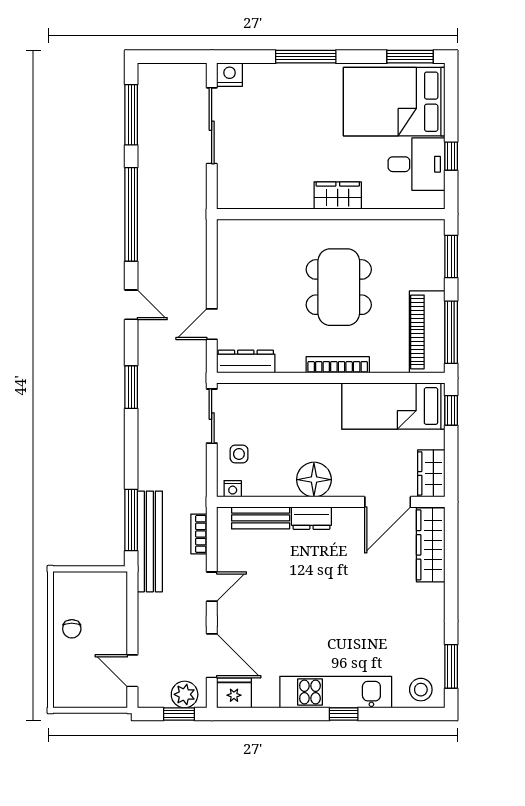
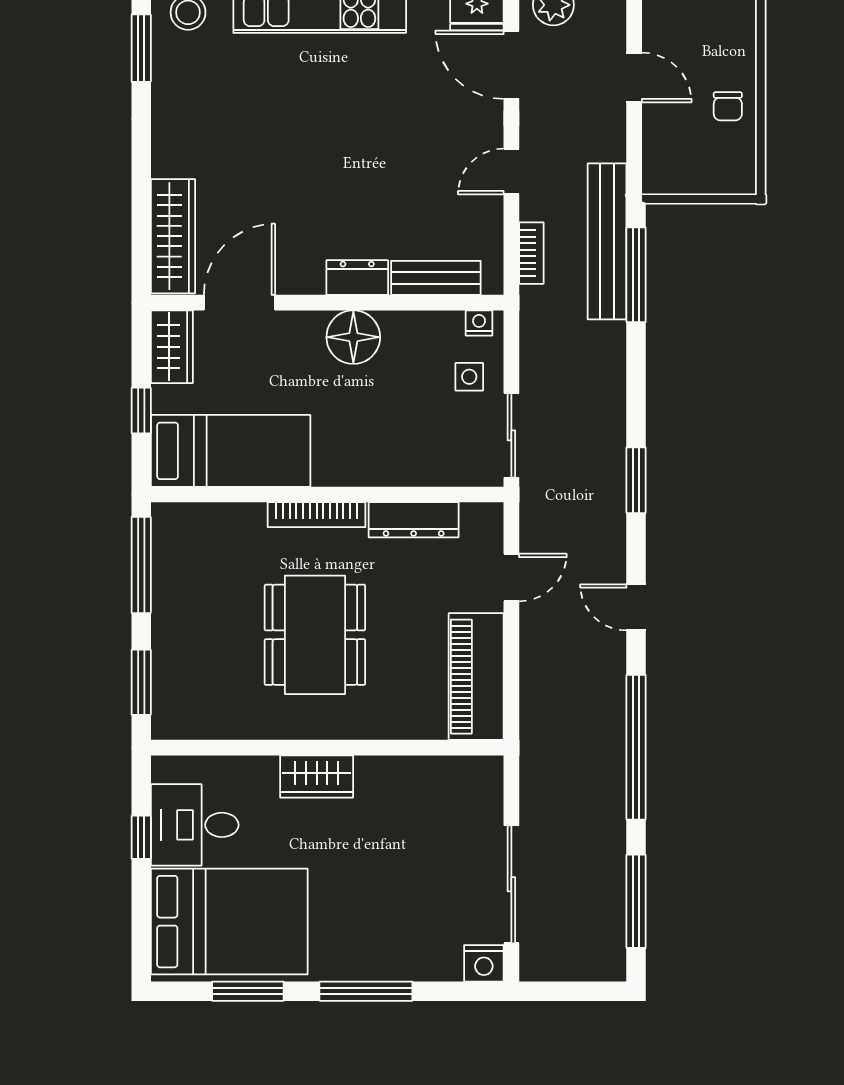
window: (410, 57) -> (248, 991), moved
piano: (427, 332) -> (476, 677), moved, turned 180
dresser: (246, 361) -> (414, 520), moved
window: (451, 410) -> (141, 410), moved
chair: (72, 629) -> (728, 106), turned 180
door: (132, 671) -> (634, 77), moved

